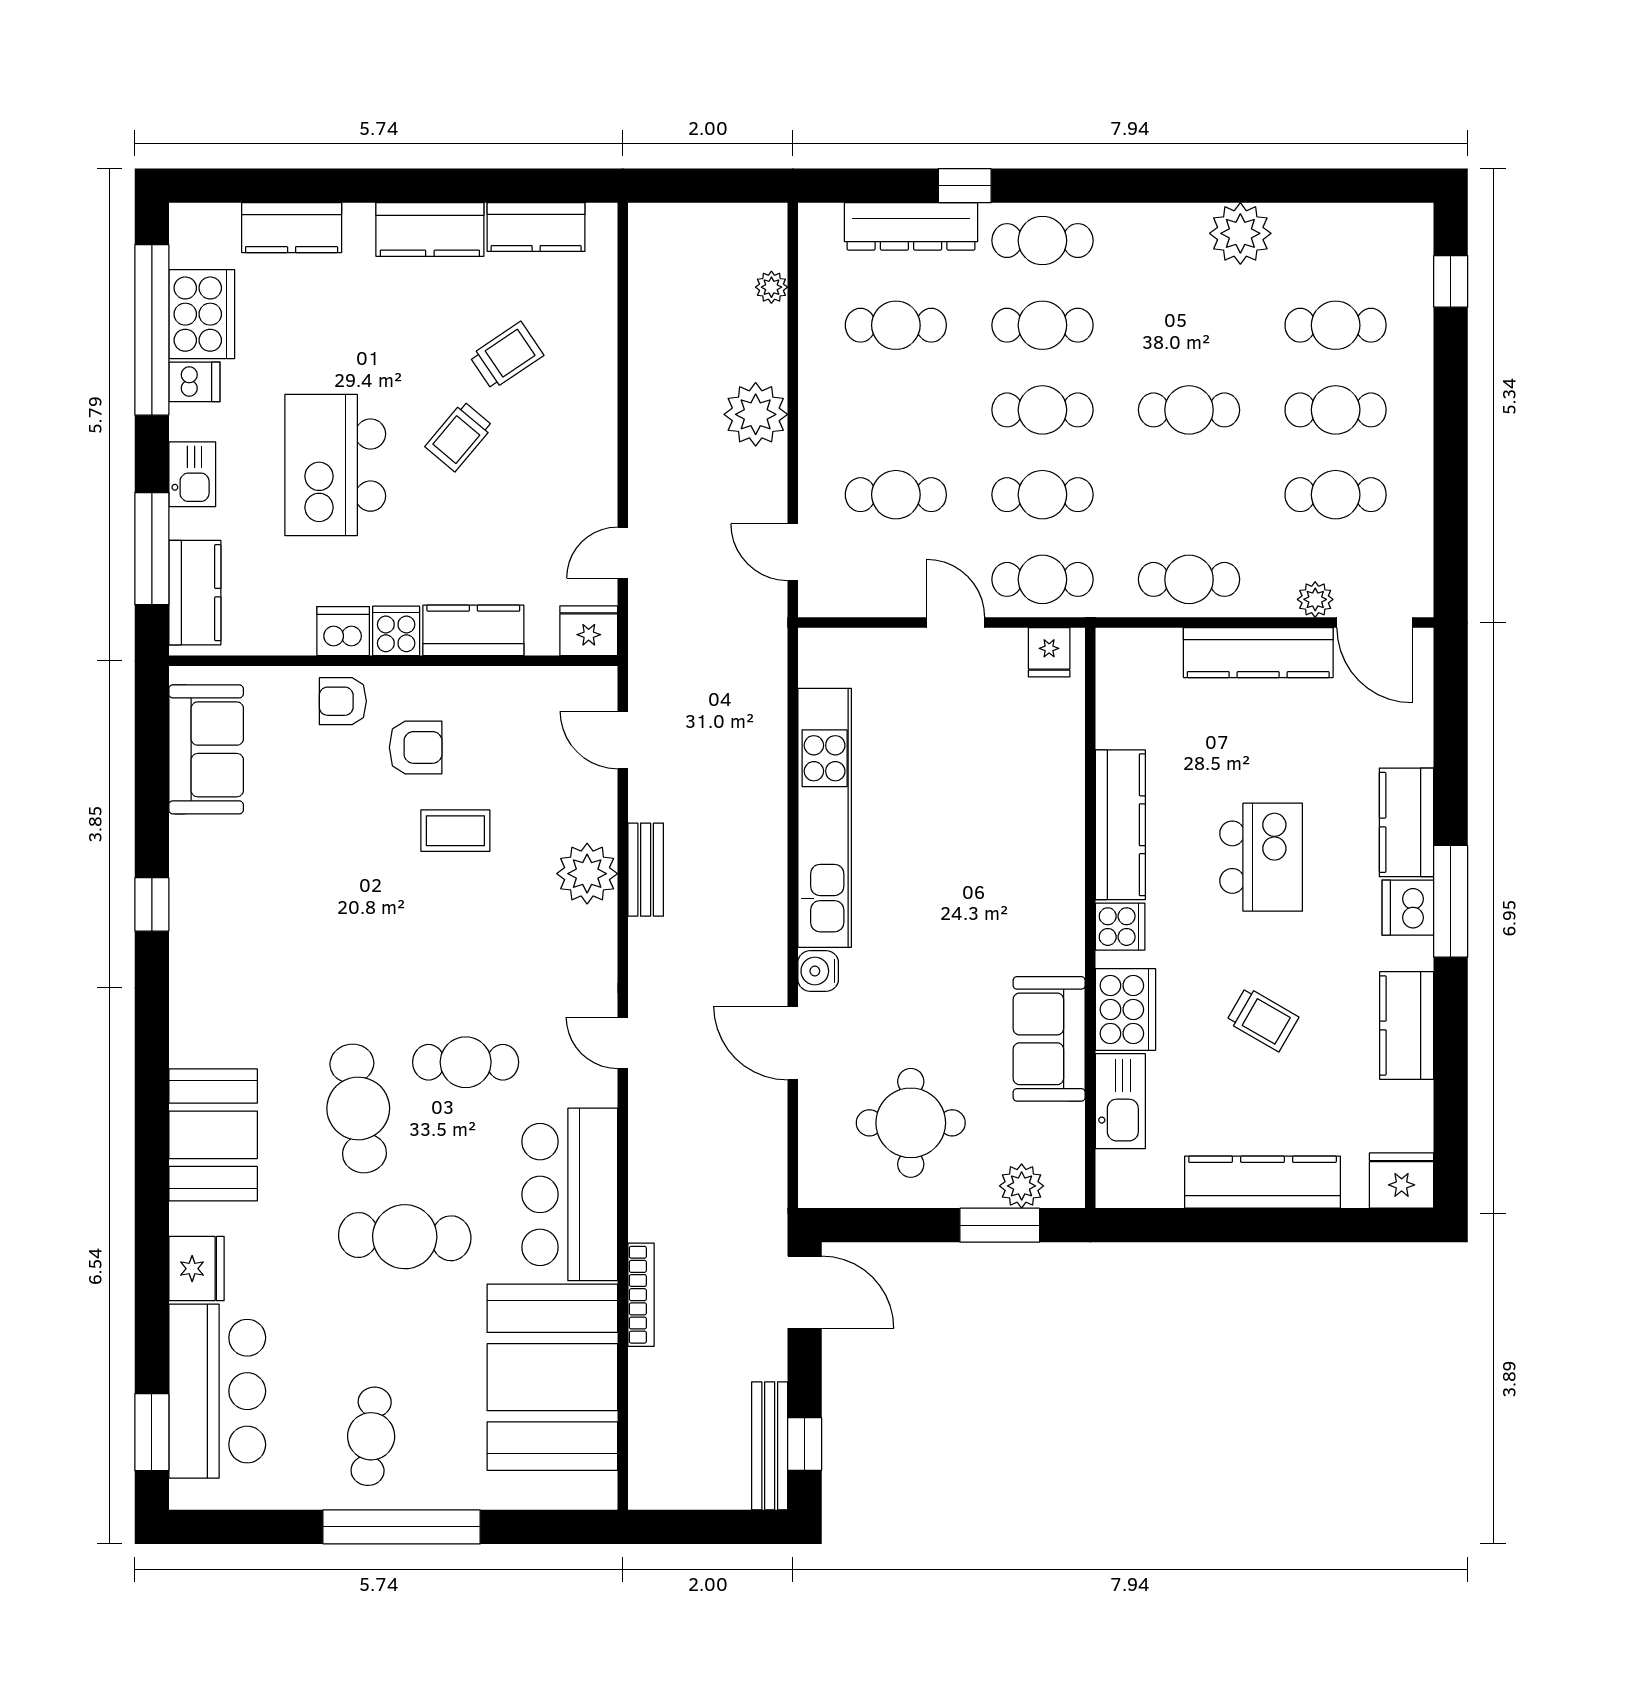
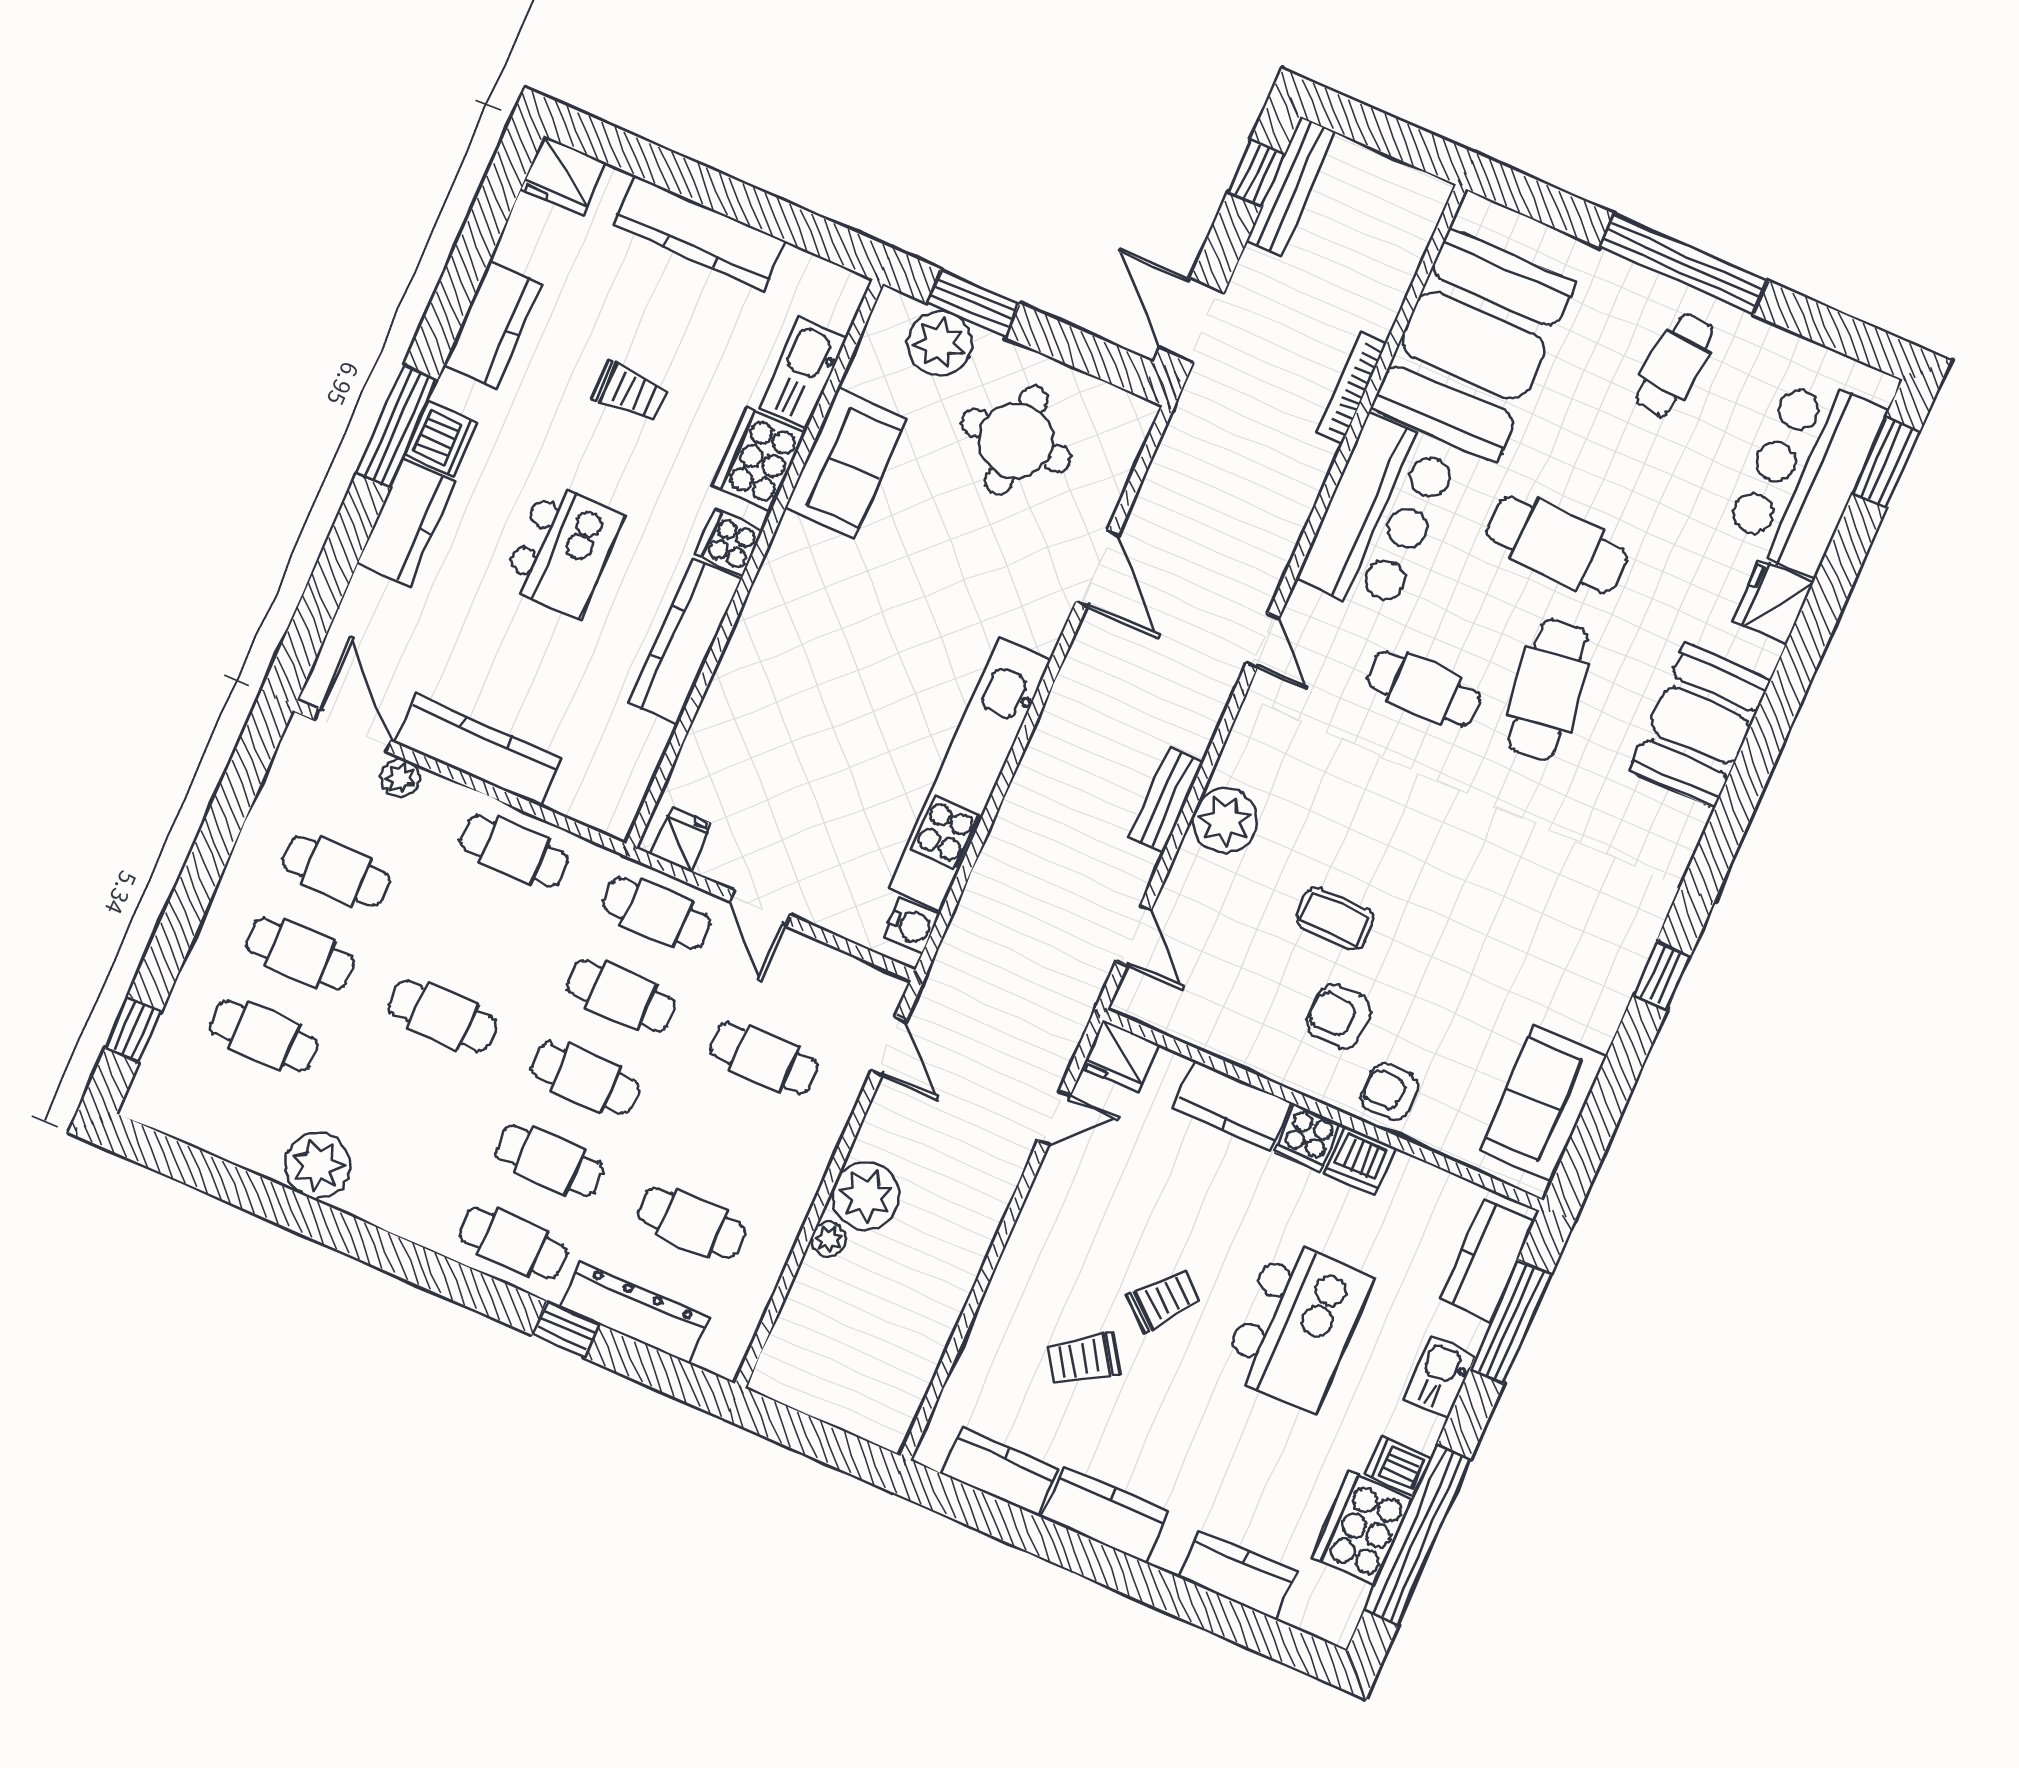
plant: (771, 287) -> (829, 1239), moved
armchair: (343, 701) -> (1390, 1092), turned 180
kitchen island: (1261, 857) -> (562, 550), turned 180
water cooler: (818, 971) -> (912, 926), moved
trolley: (1262, 1019) -> (630, 392), turned 150
plant: (1022, 1186) -> (940, 343), width x1.36, depth x1.36

